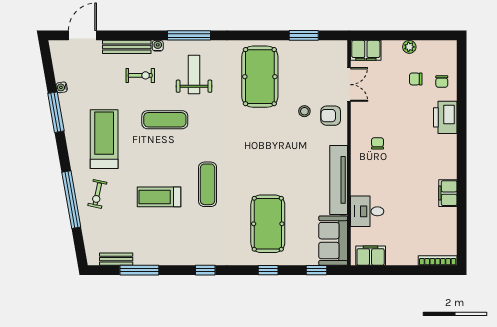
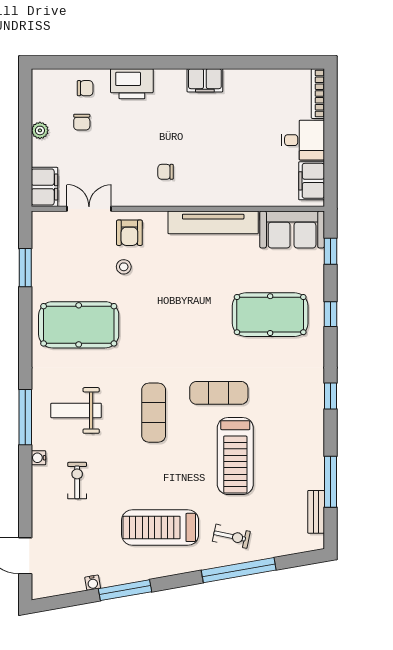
bench: (127, 47) -> (40, 498), removed
exercise mat: (165, 120) -> (154, 413), moved
filing cabinet: (448, 193) -> (205, 80), moved
treadmill: (159, 197) -> (235, 456), width x1.37, depth x1.38
desk: (367, 211) -> (303, 140), moved, turned -90

